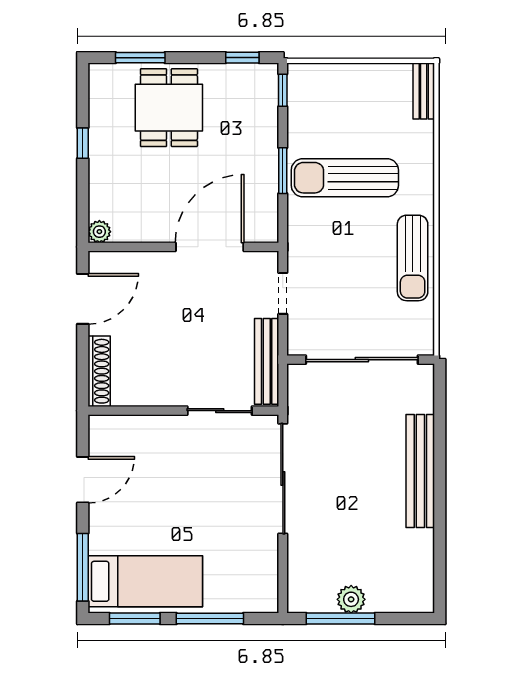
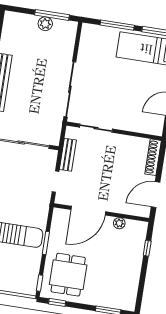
dining table: (169, 108) -> (68, 275), moved
window: (83, 143) -> (147, 248), moved
plant: (99, 232) -> (119, 223), moved
bench: (267, 361) -> (68, 155), width x0.73

